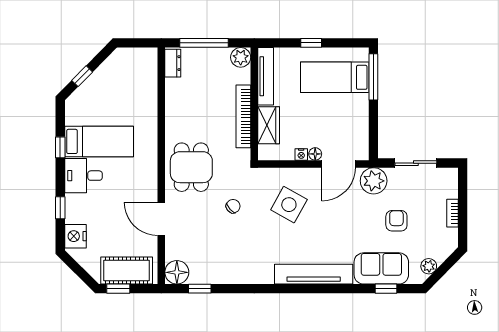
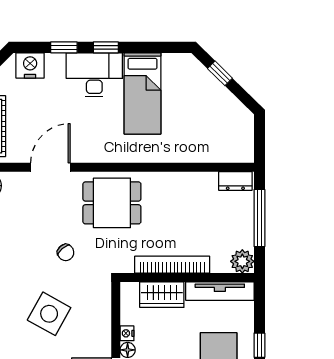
window: (60, 147) -> (106, 47), moved
desk: (83, 176) -> (94, 75), width x1.37
side table: (289, 205) -> (49, 314), moved

